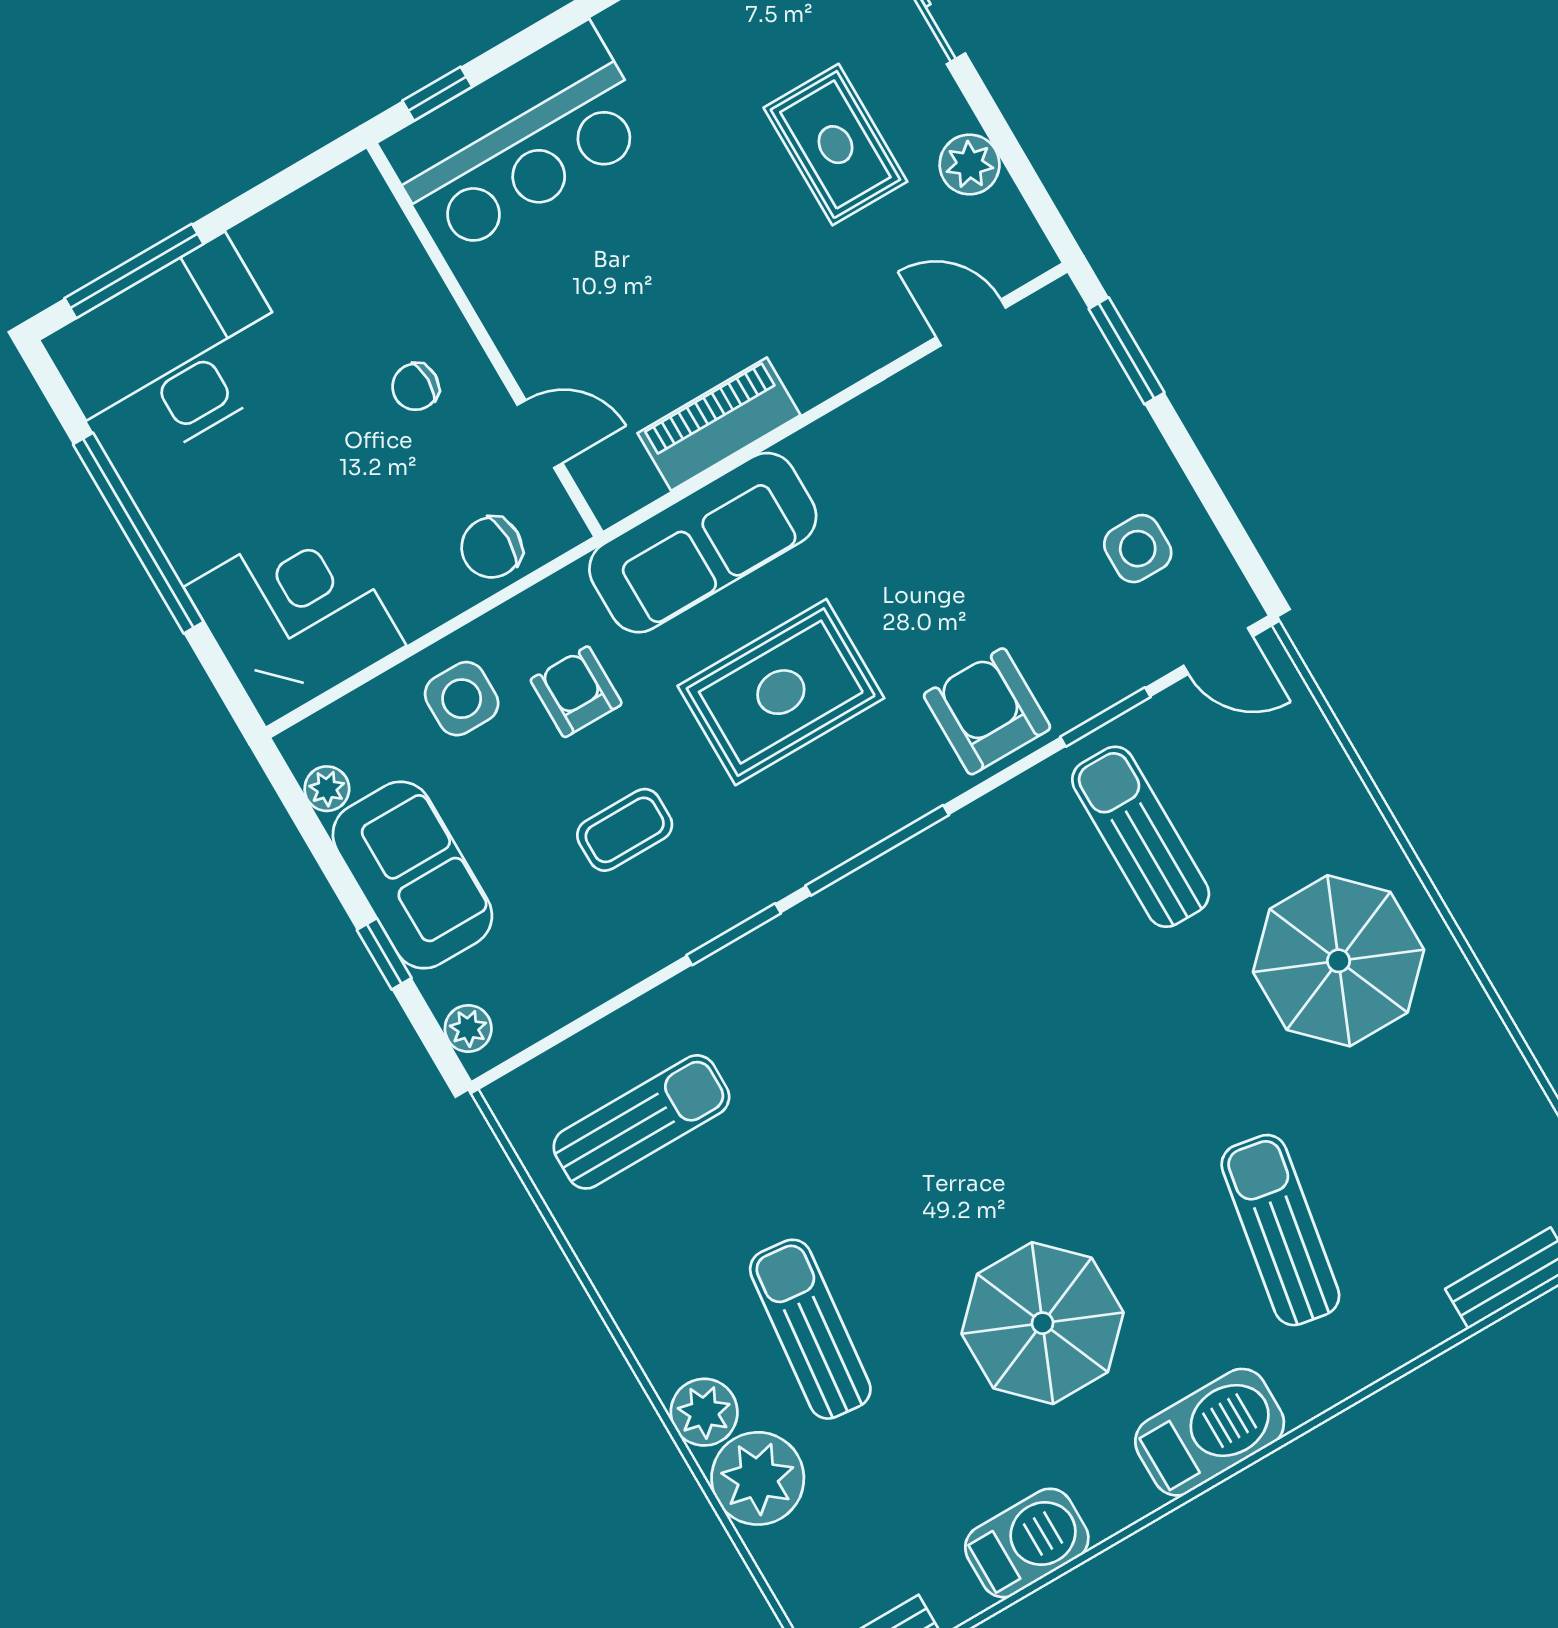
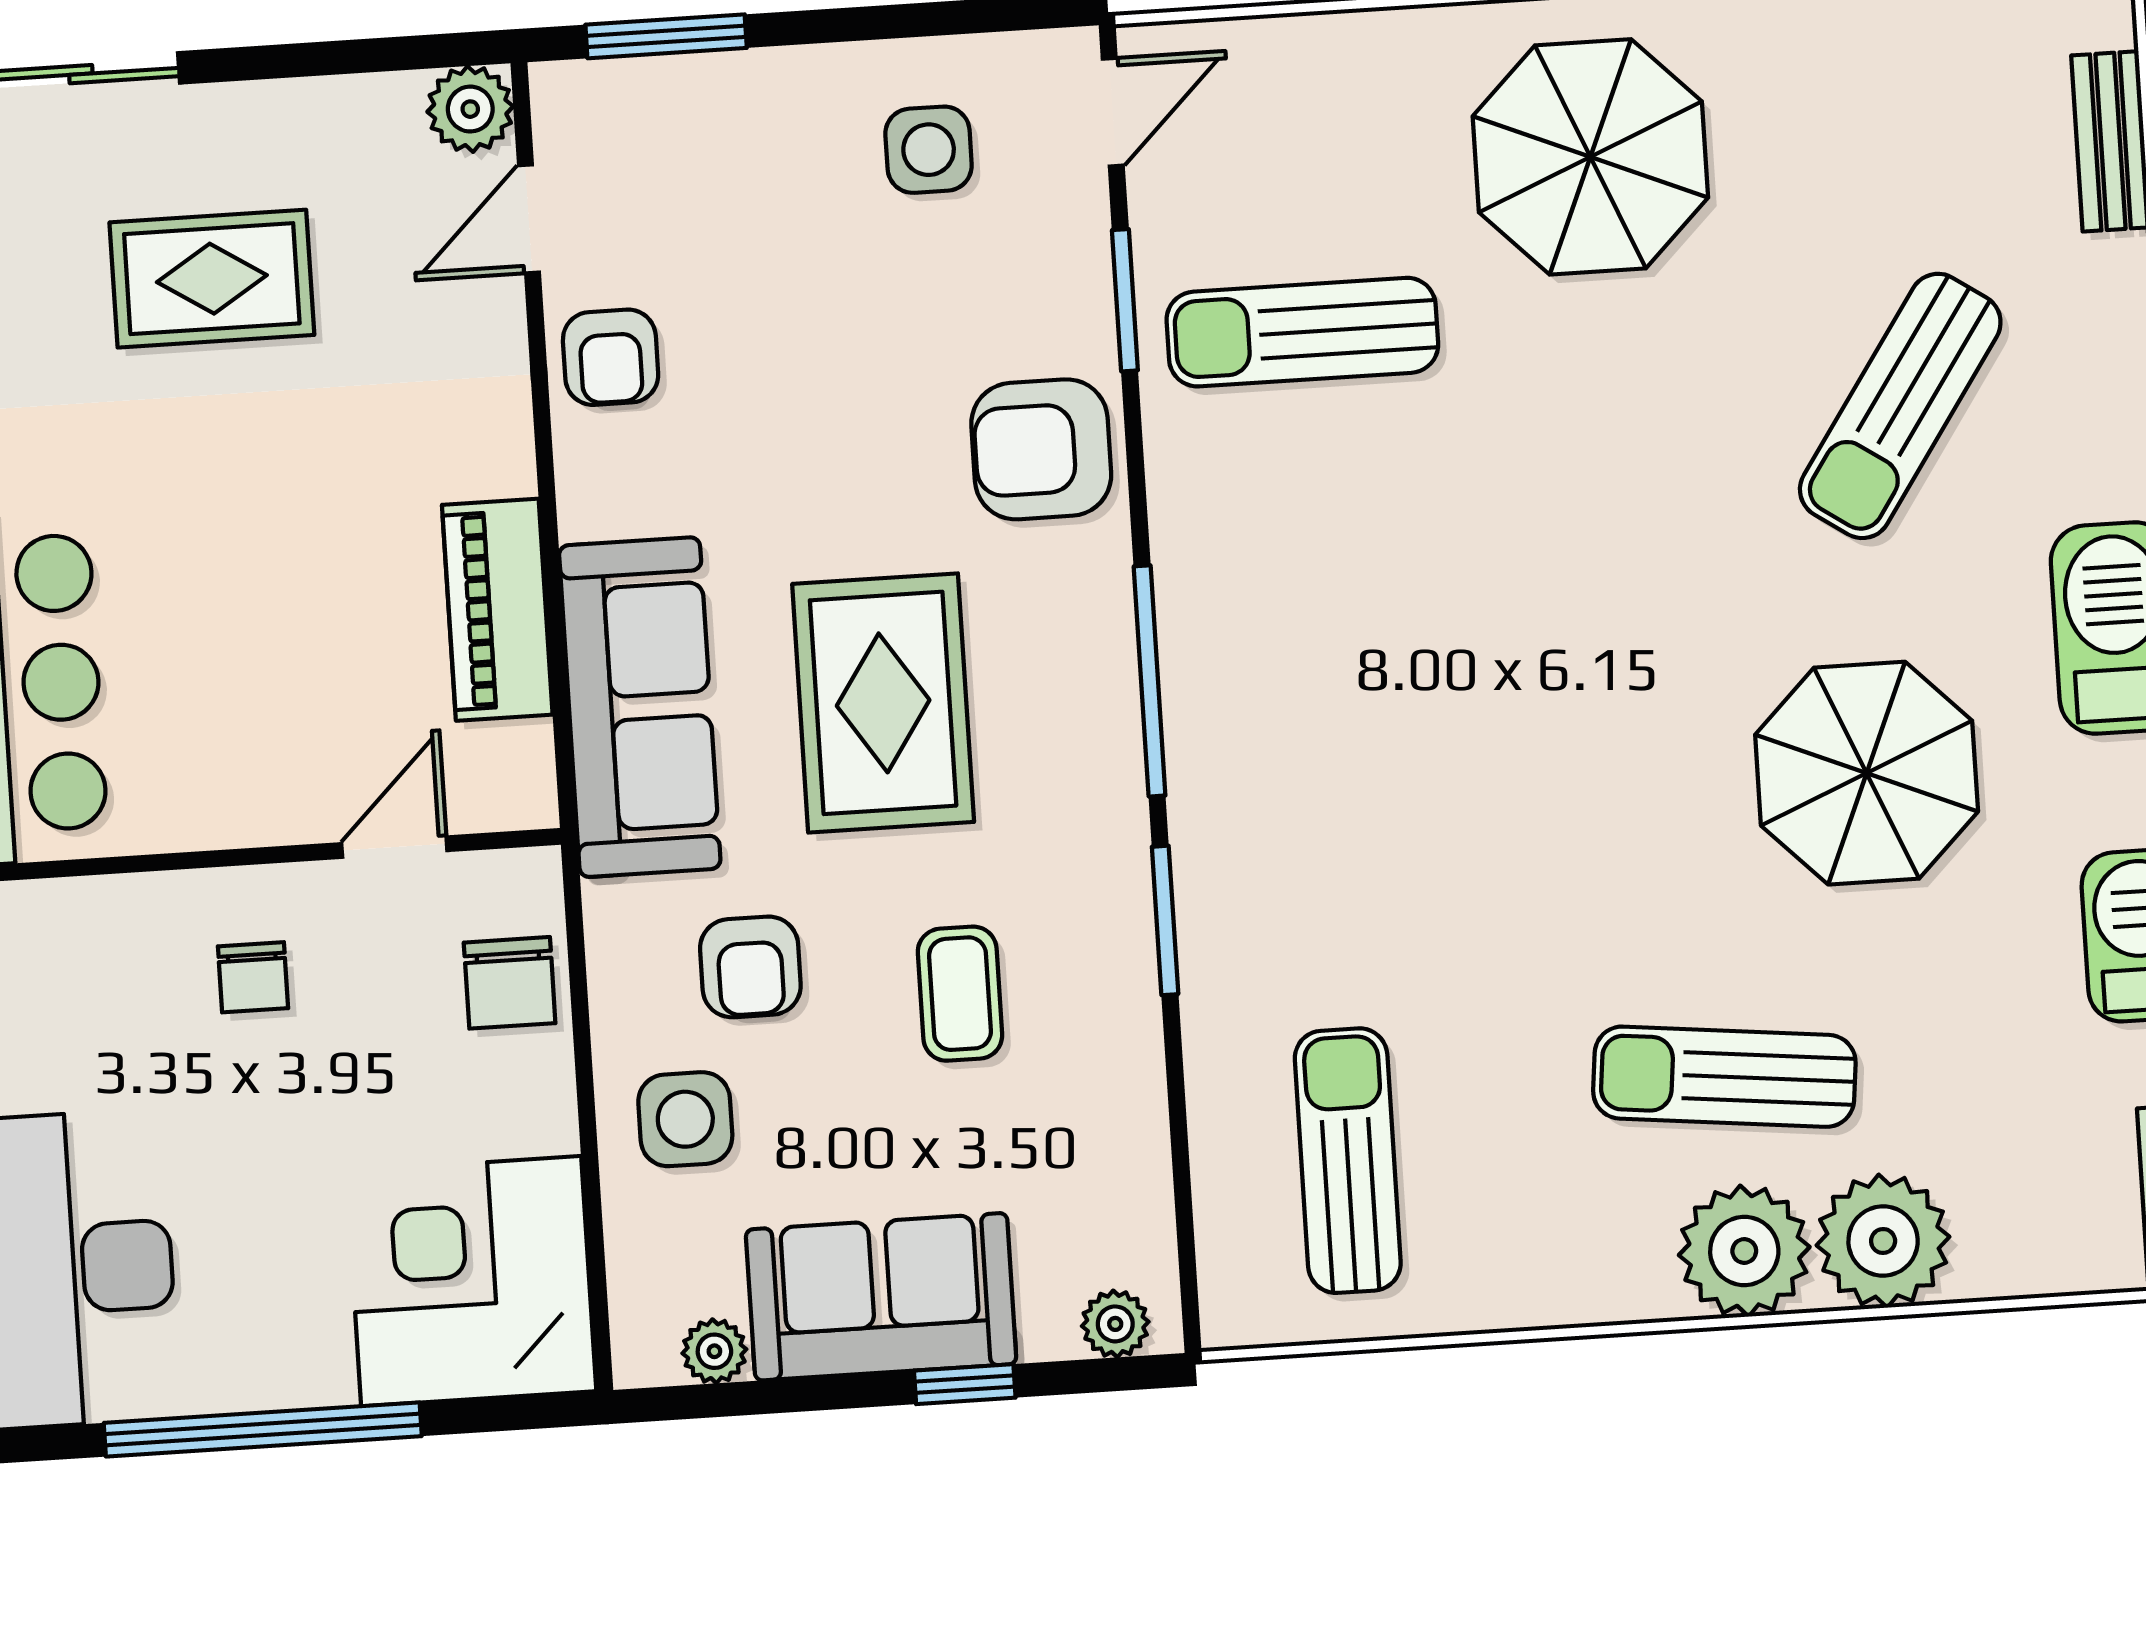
plant: (970, 164) -> (470, 109), moved
armchair: (910, 416) -> (611, 357), added
armchair: (576, 692) -> (750, 967), turned -90
sun lounger: (1280, 1230) -> (1900, 406), turned -66
plant: (704, 1412) -> (1744, 1251), width x1.36, depth x1.36

